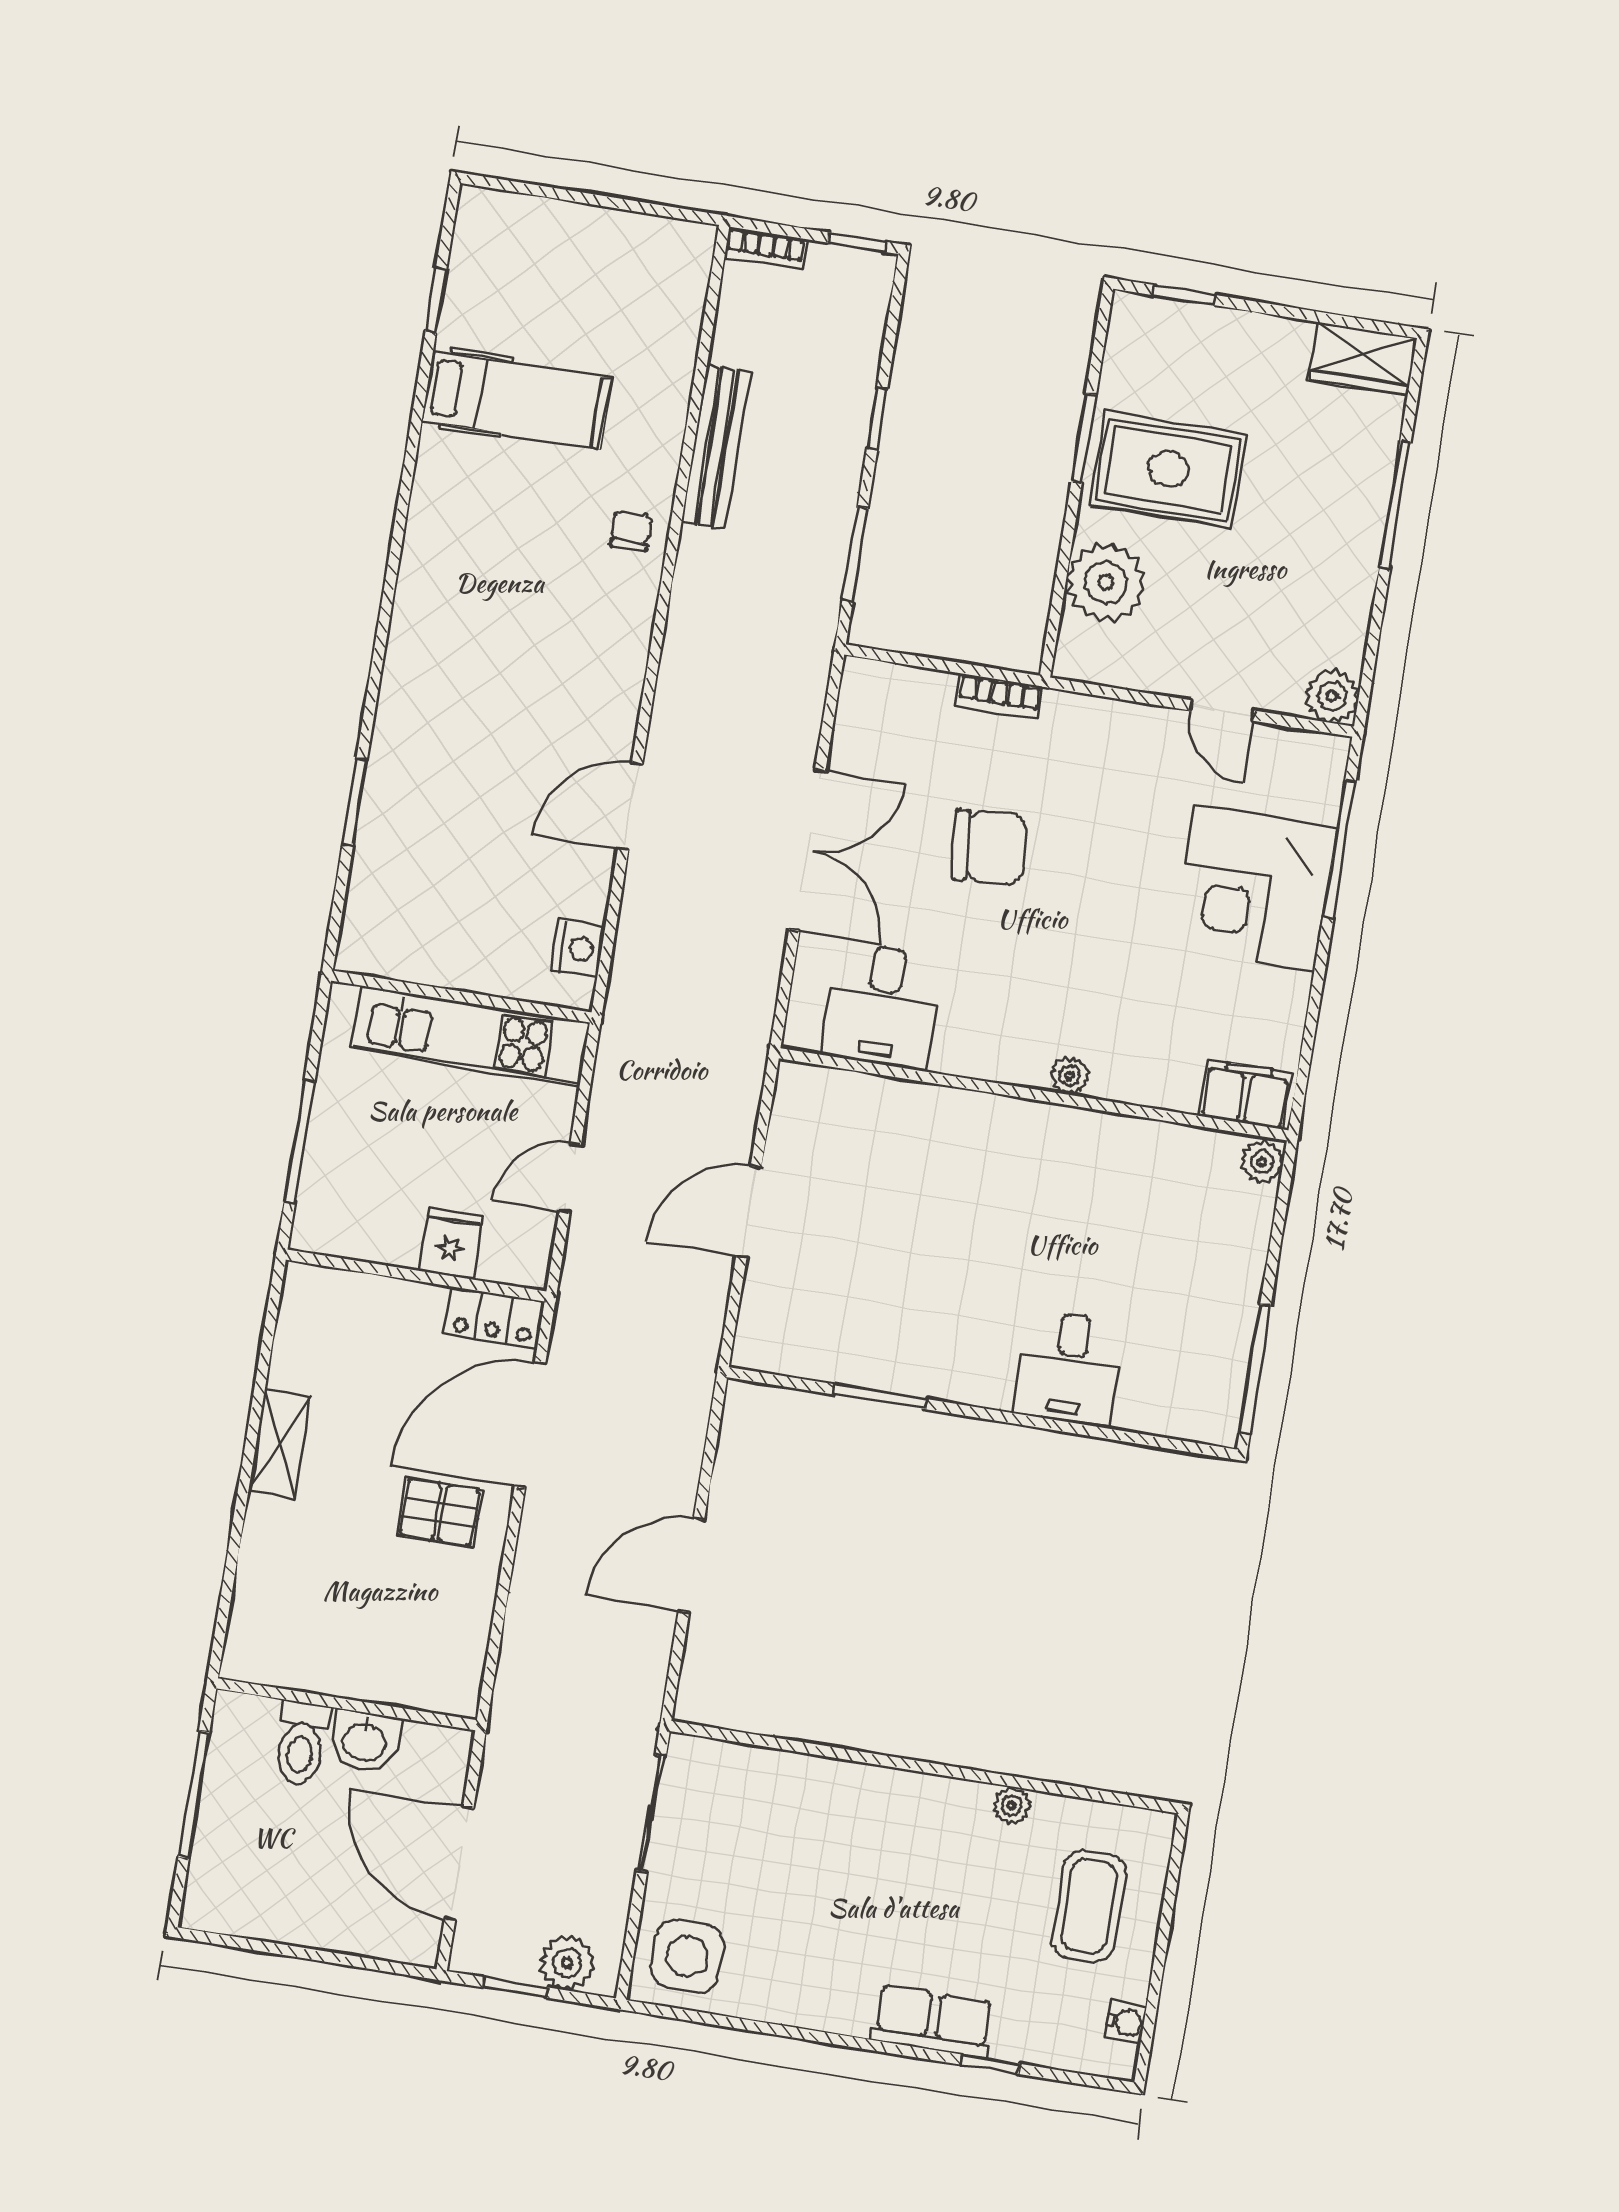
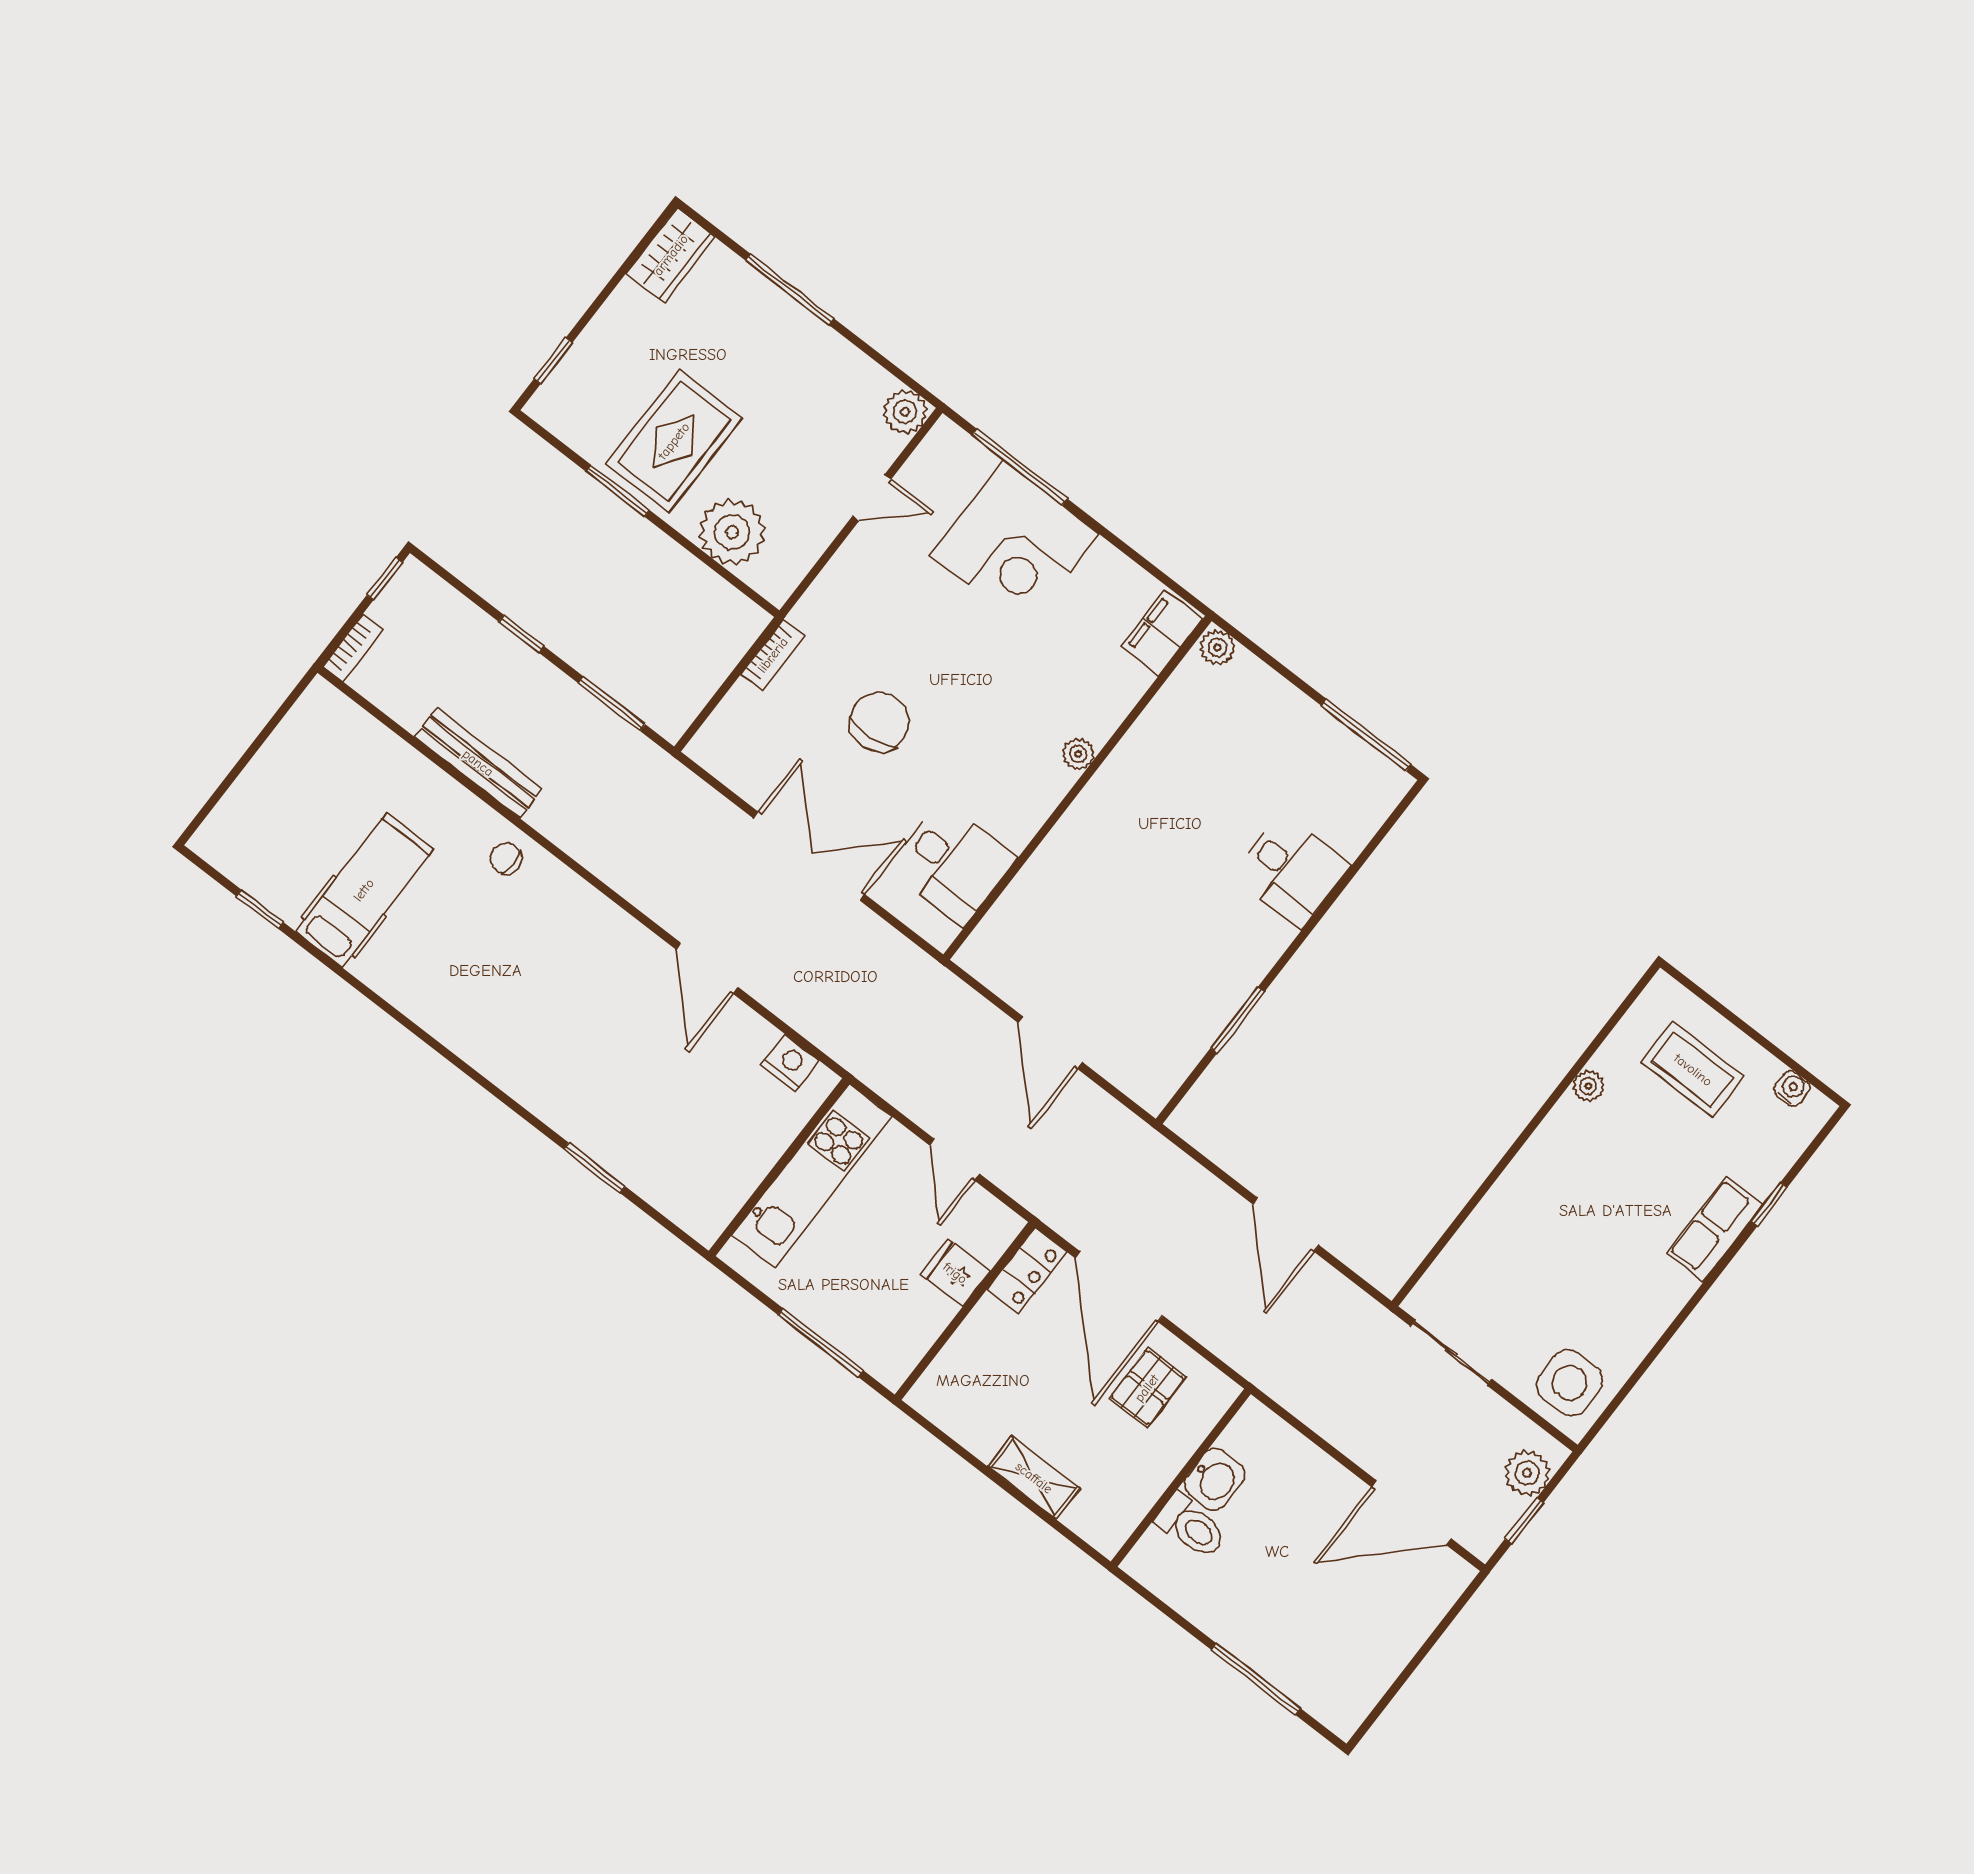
wall: (347, 1704) -> (1181, 1478), moved
washbasin: (364, 1741) -> (1215, 1479), moved
toilet: (301, 1743) -> (1191, 1526), moved

